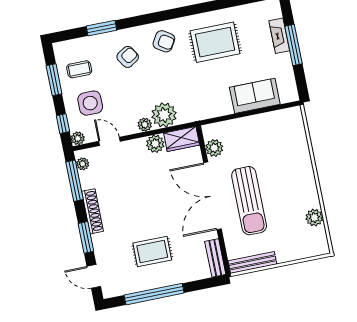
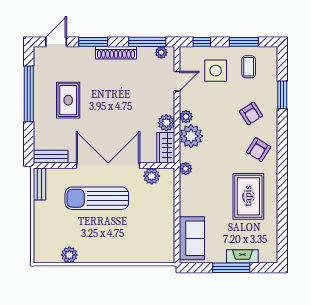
sofa: (255, 96) -> (192, 238), moved
plant: (78, 138) -> (186, 169), moved
bench: (252, 262) -> (40, 184), width x0.73

